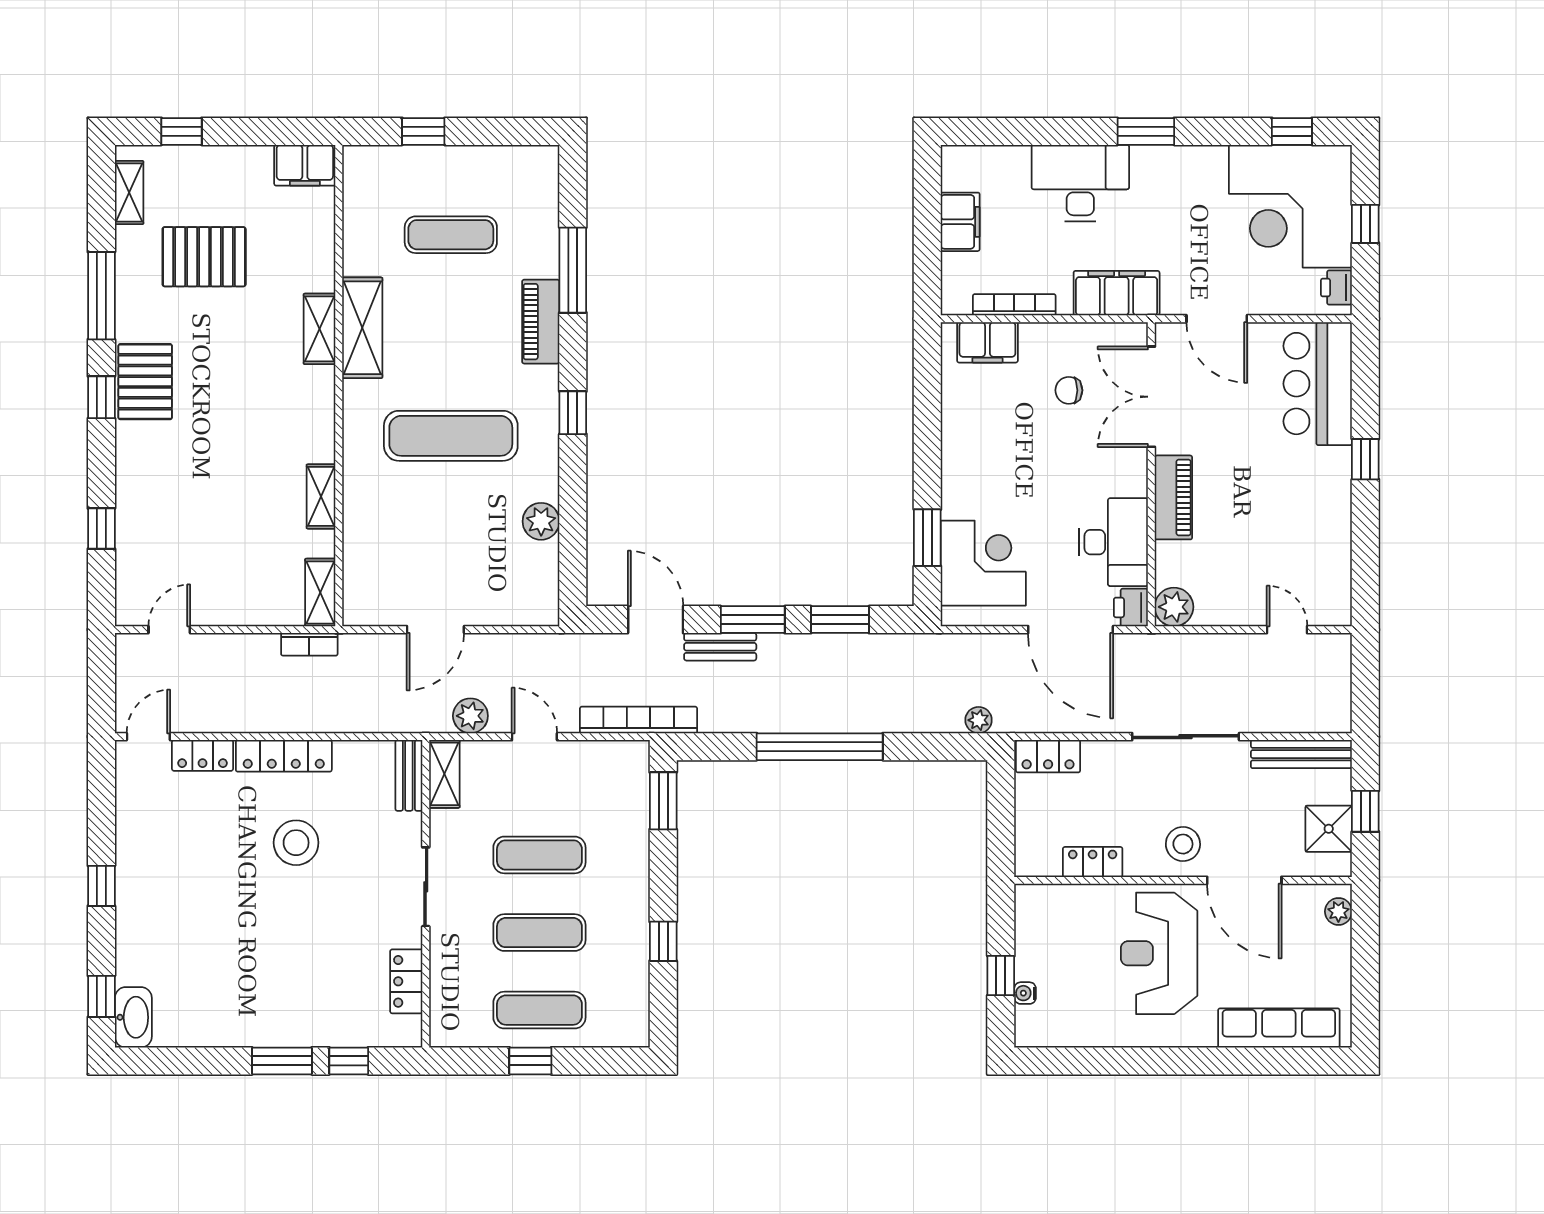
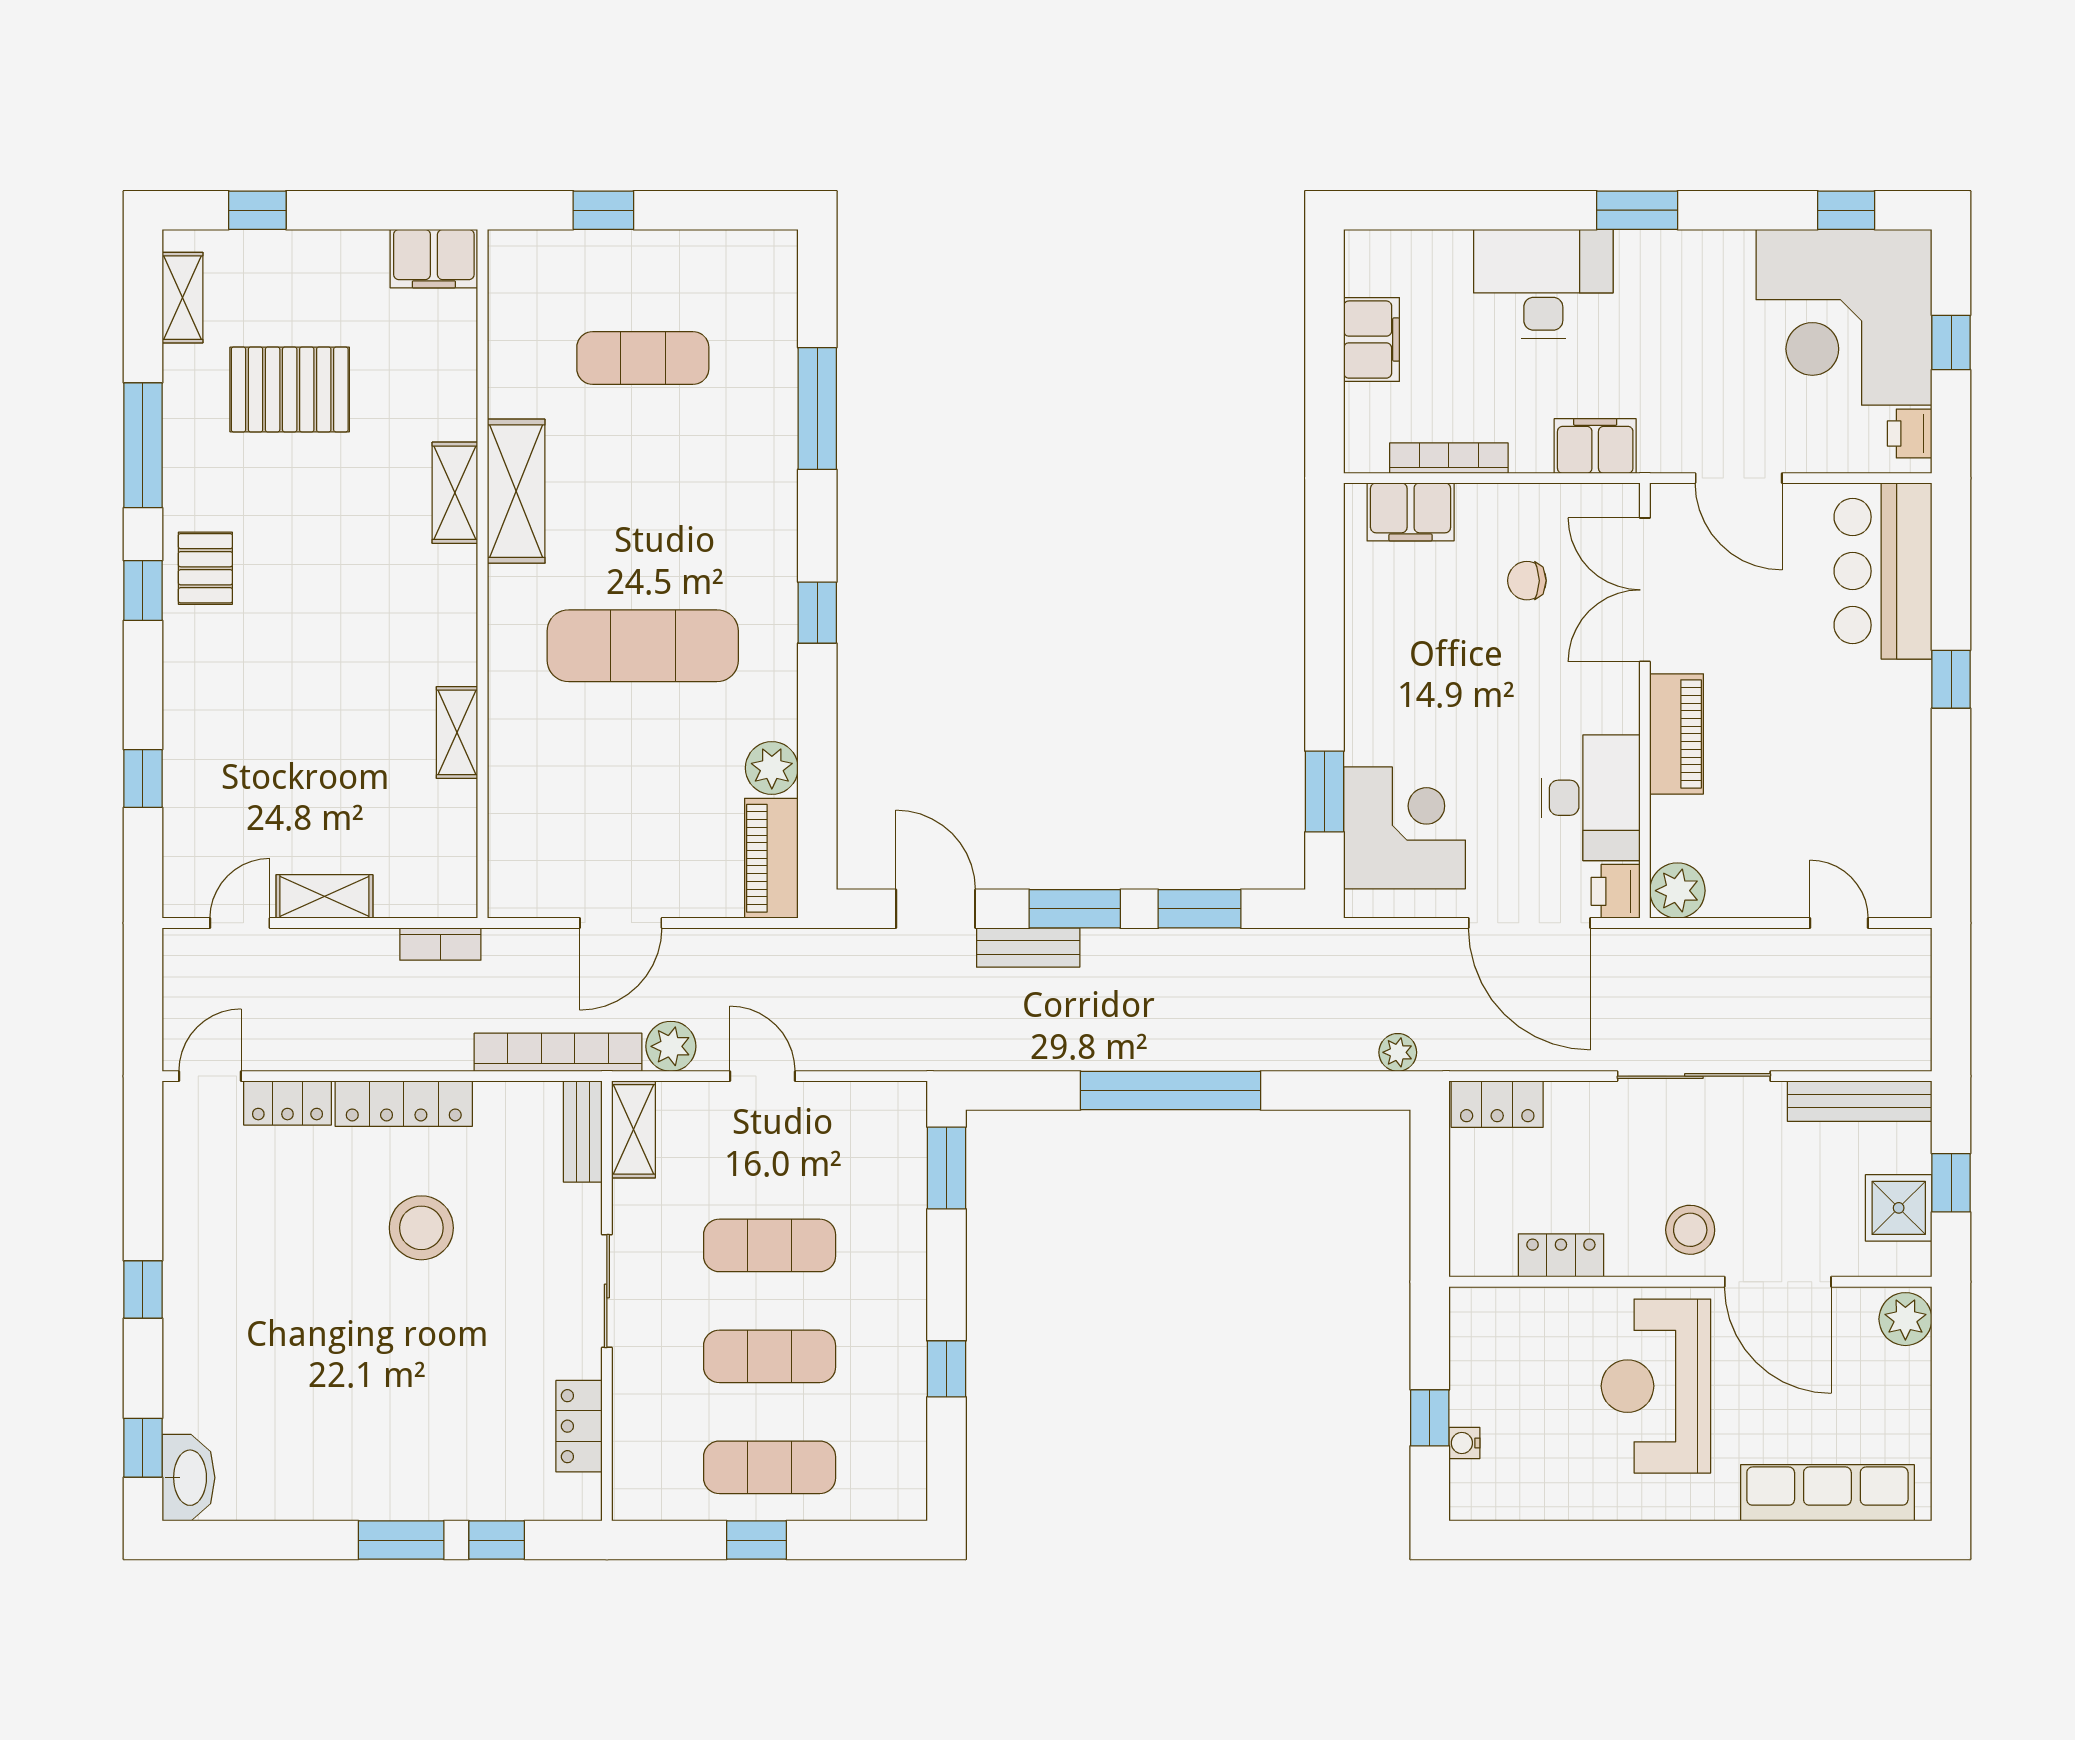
filing cabinet: (1117, 293) -> (1595, 446), width x0.67, depth x0.86
piano: (541, 322) -> (771, 858), moved
pallet: (145, 382) -> (205, 568), width x0.67, depth x0.71
shelving: (320, 592) -> (324, 896), moved, turned 90
bookcase: (639, 720) -> (558, 1052), moved
plant: (1338, 911) -> (1905, 1319), width x1.38, depth x1.38

